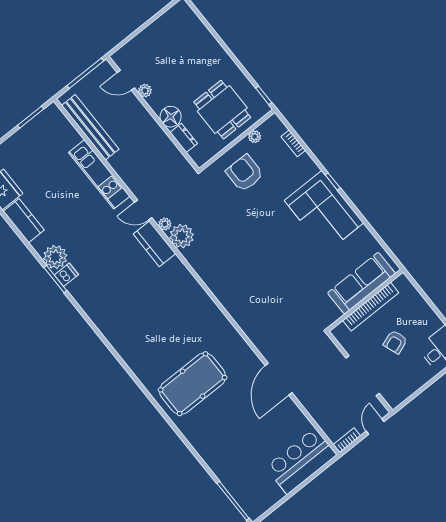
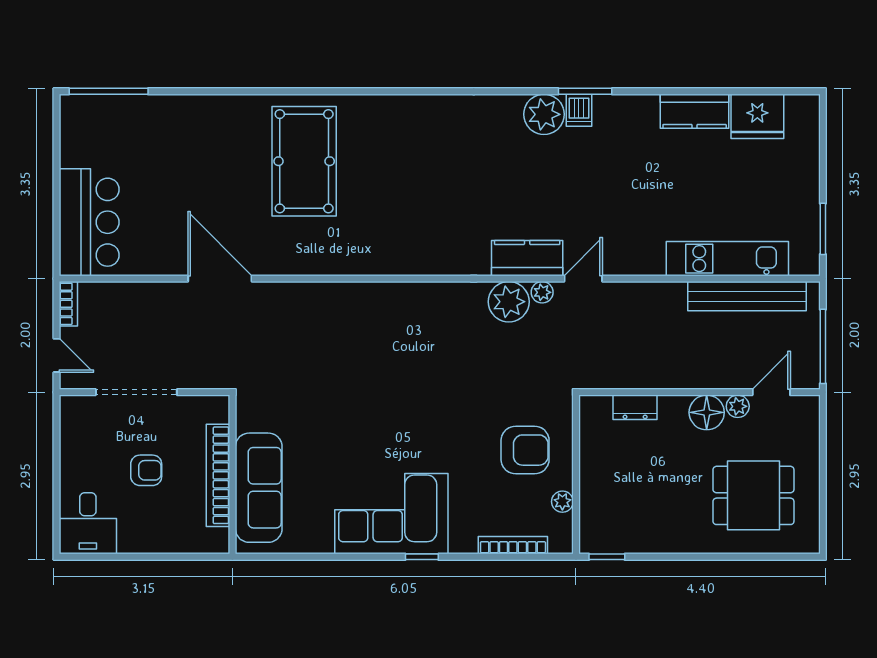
dining table: (222, 110) -> (753, 495), moved
floor lamp: (171, 117) -> (707, 412), moved
bookcase: (293, 143) -> (513, 545), width x1.56
kitchen unit: (99, 174) -> (727, 259), moved
plant: (55, 257) -> (544, 114), moved
armchair: (395, 342) -> (146, 470), turned 110

